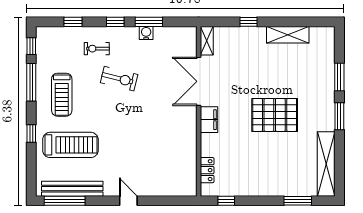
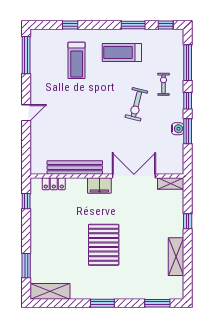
window: (73, 22) -> (188, 63), width x2.17
window: (339, 77) -> (157, 303), moved
window: (31, 82) -> (133, 25), width x0.69
window: (31, 134) -> (70, 25), moved
treadmill: (70, 145) -> (77, 60), width x0.73, depth x0.73
shelving: (326, 164) -> (50, 291), width x0.68
bench: (72, 189) -> (75, 168), moved, turned 90

